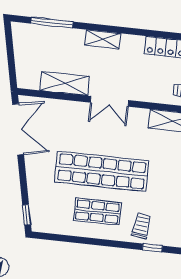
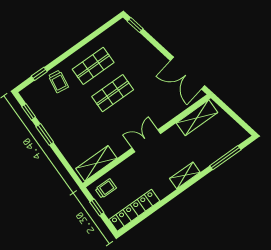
shelving: (65, 84) -> (197, 118), moved
shop shelf: (102, 171) -> (113, 93), width x0.50, depth x0.74

